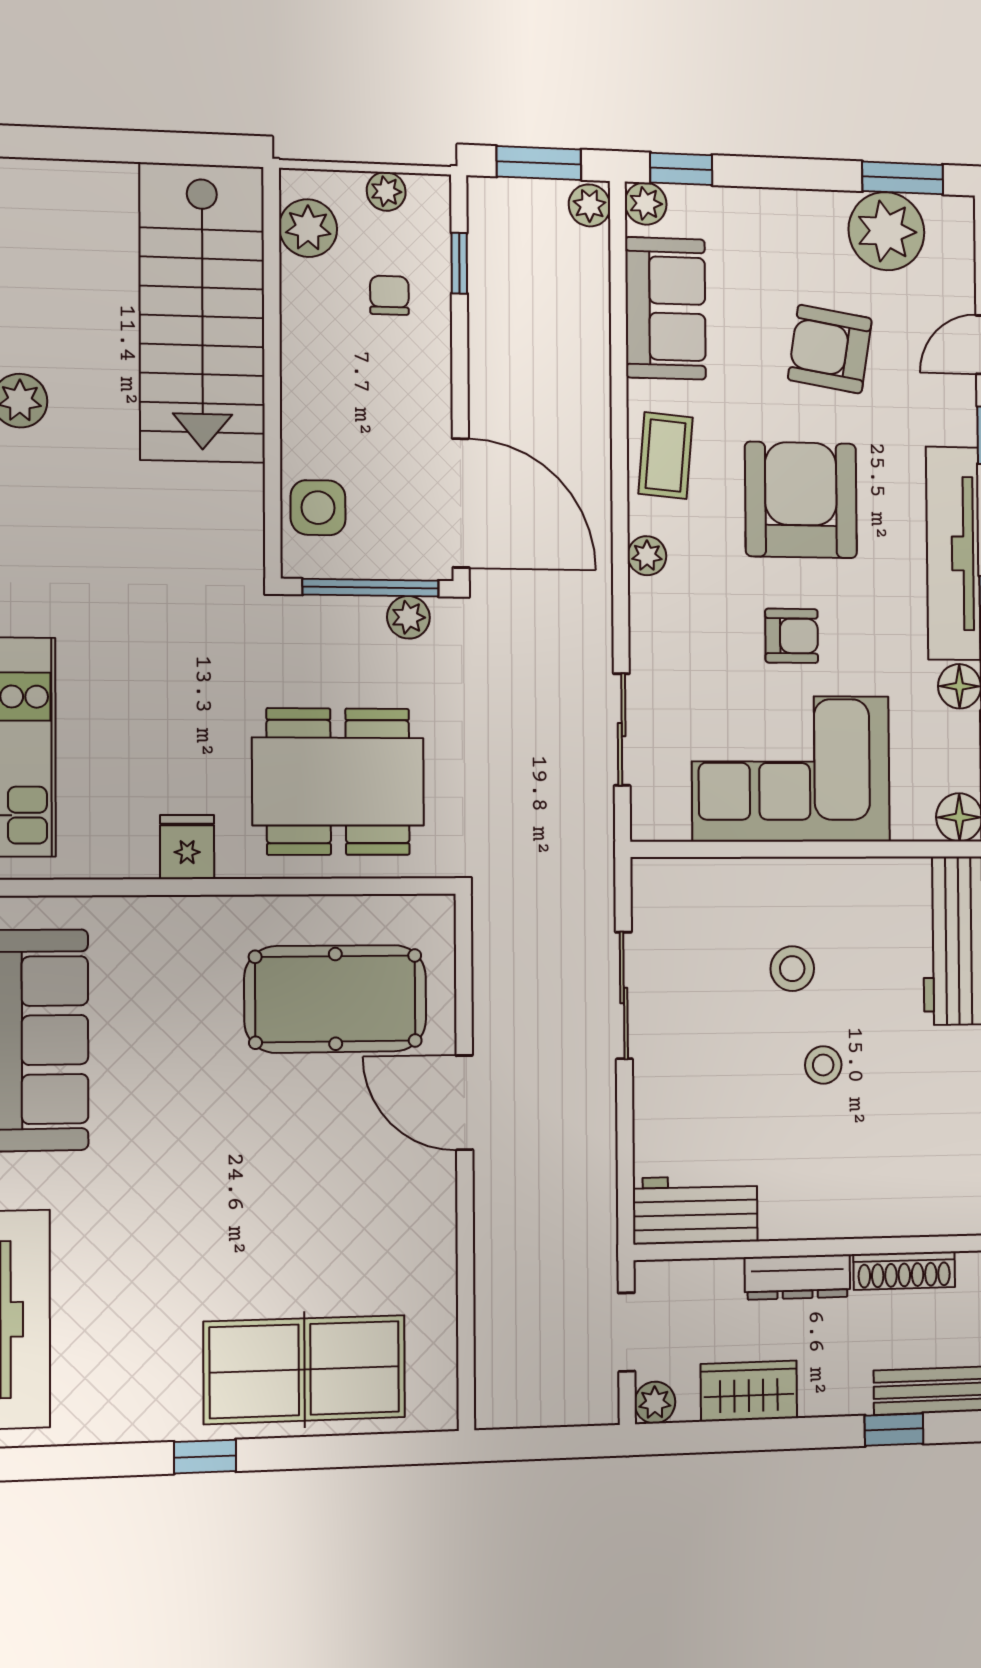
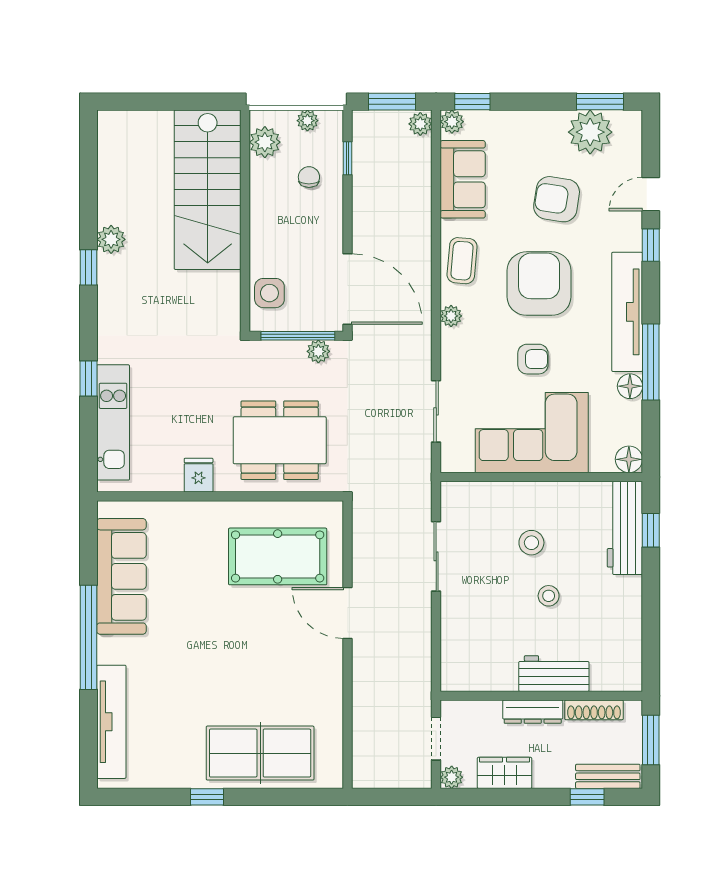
workbench: (695, 1210) -> (554, 674), moved

